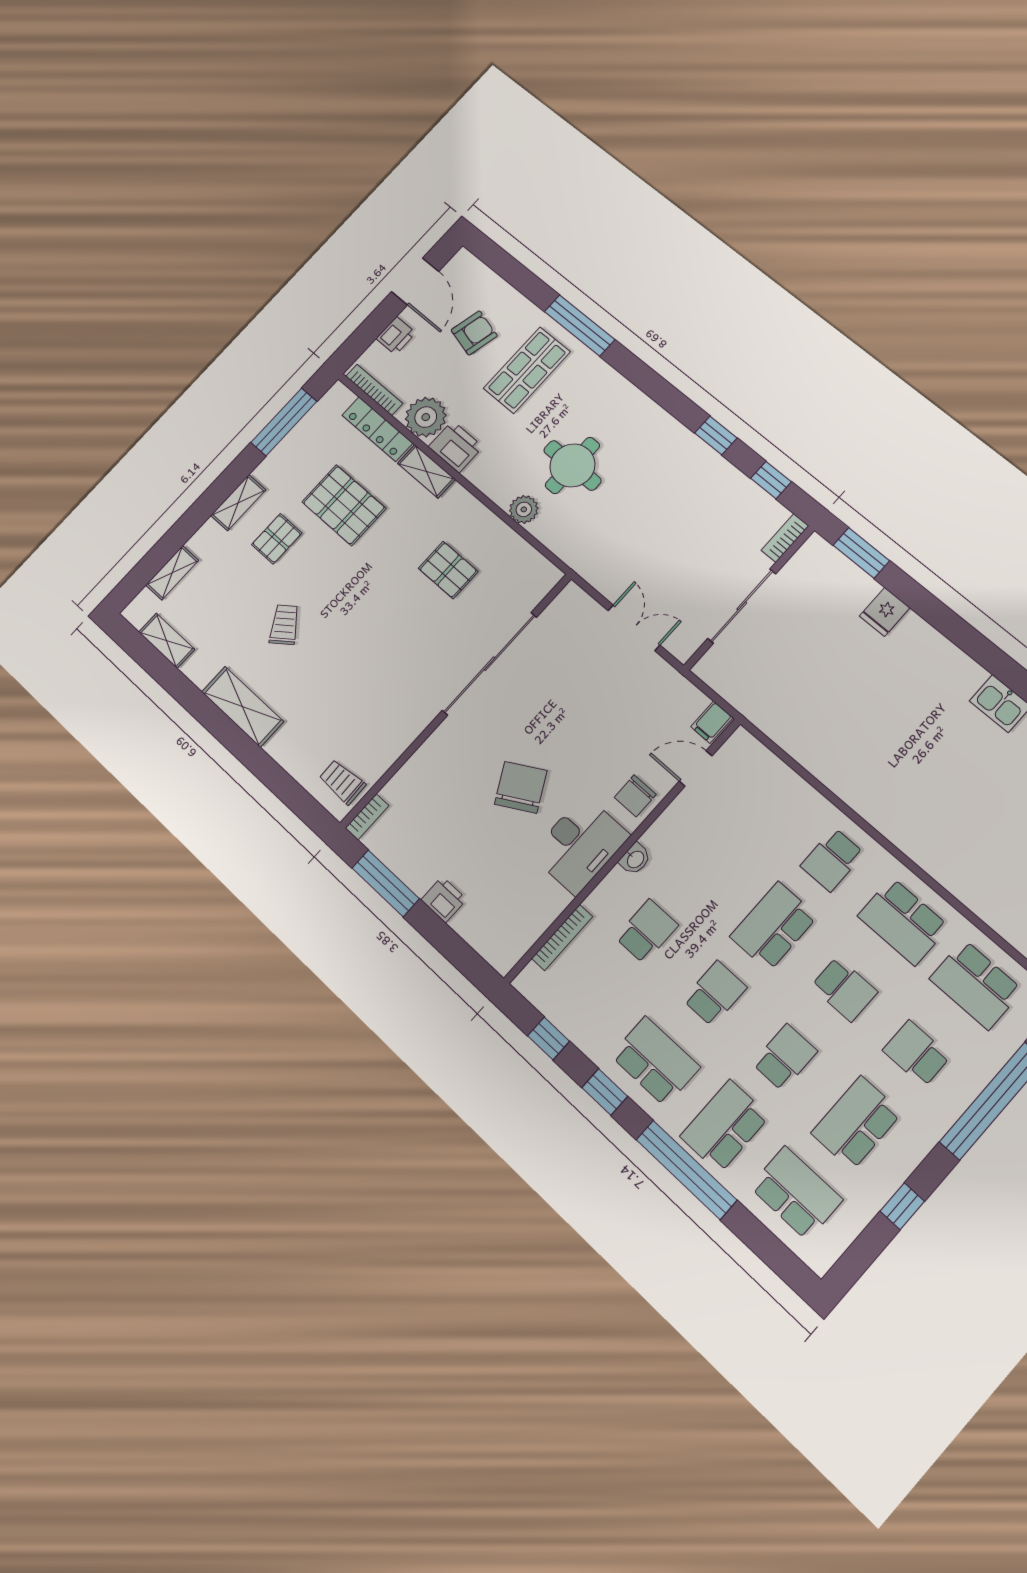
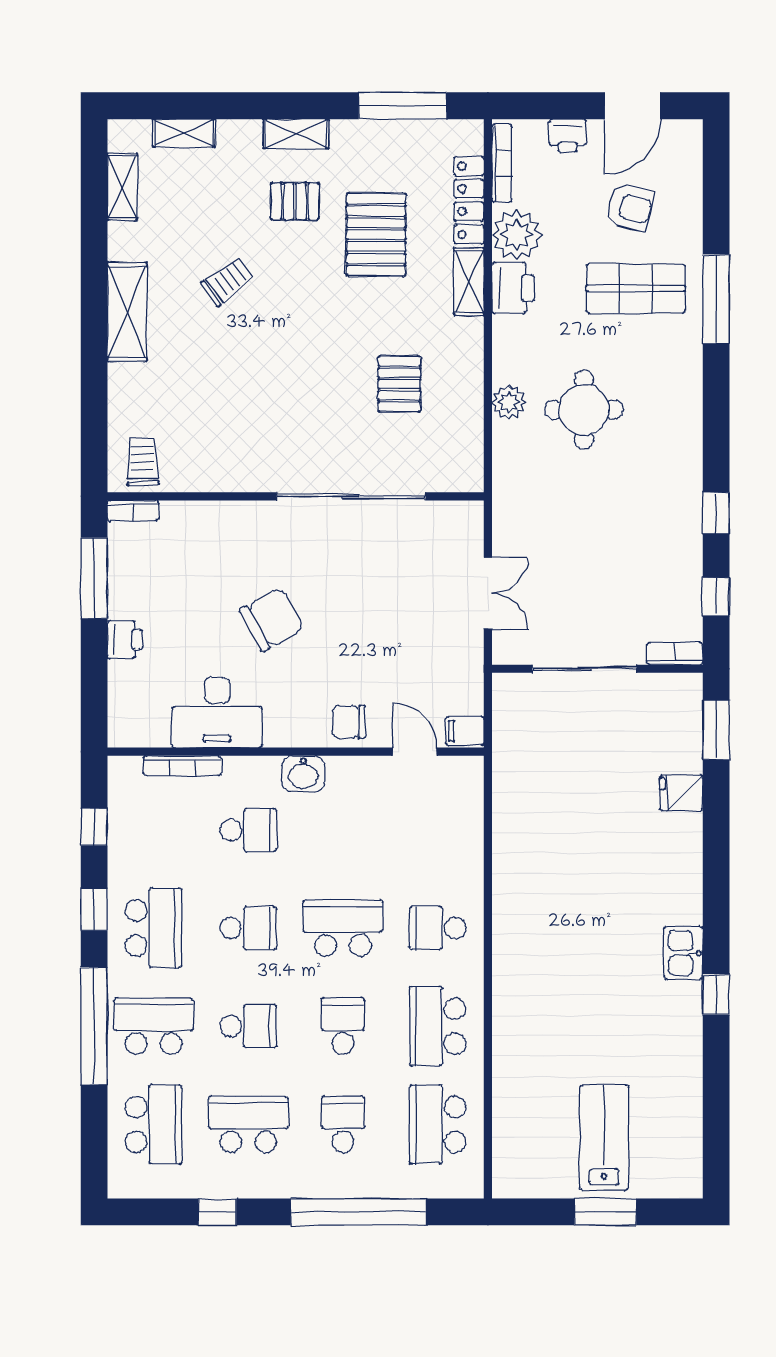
desk: (580, 845) -> (217, 712), moved
washbasin: (635, 859) -> (303, 774), width x1.38, depth x1.45
school desk: (844, 989) -> (343, 1026), turned 180

